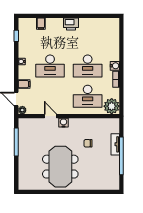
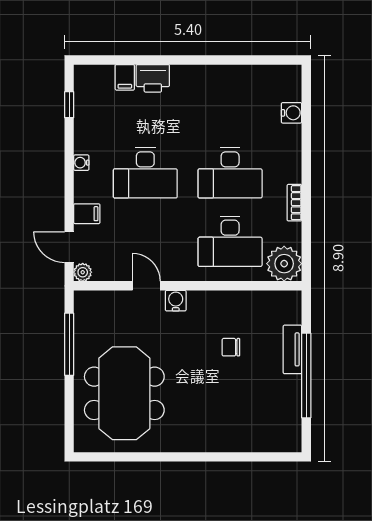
printer: (71, 24) -> (153, 78), moved
water cooler: (115, 66) -> (292, 113), moved
meeting table: (60, 167) -> (124, 393), moved

